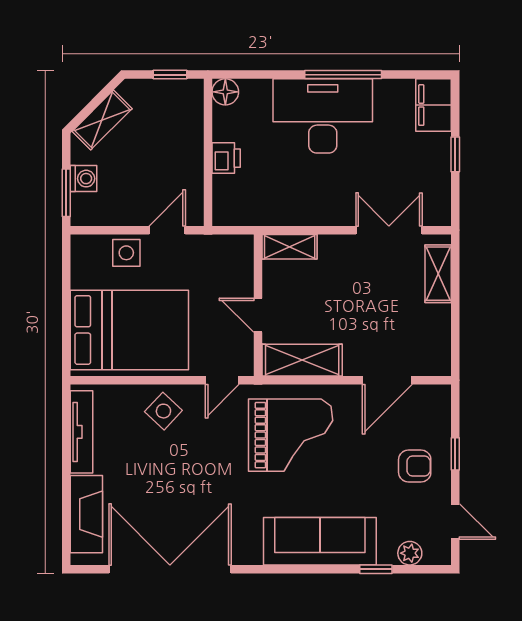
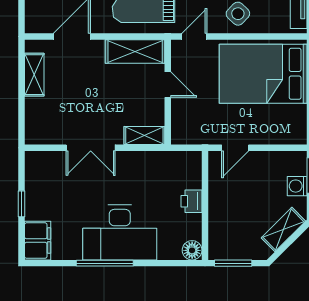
window: (170, 75) -> (233, 263), width x1.50
double door: (389, 230) -> (91, 148), moved
side table: (126, 253) -> (265, 131), removed
shelving: (438, 274) -> (34, 75), moved

